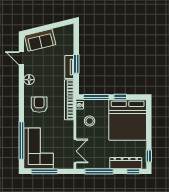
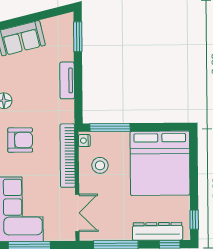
window: (76, 64) -> (78, 37), moved
window: (120, 97) -> (148, 127), removed
bookcase: (69, 100) -> (68, 156), moved
armchair: (39, 105) -> (20, 140), turned 90

